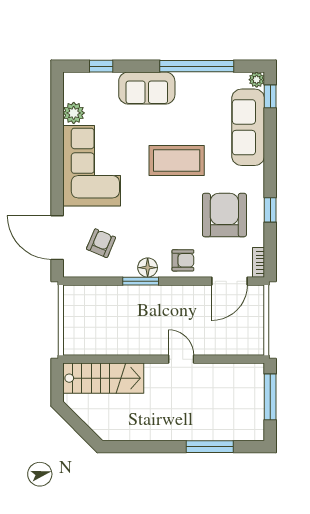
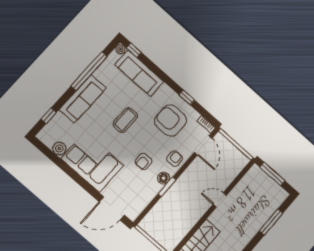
sofa: (147, 88) -> (83, 99), width x1.36
coffee table: (177, 161) -> (125, 120), width x0.73, depth x0.76
armchair: (101, 243) -> (144, 161), moved, turned -113

